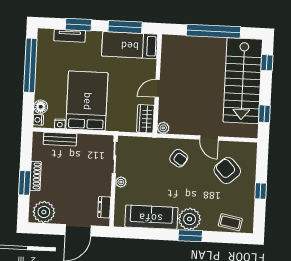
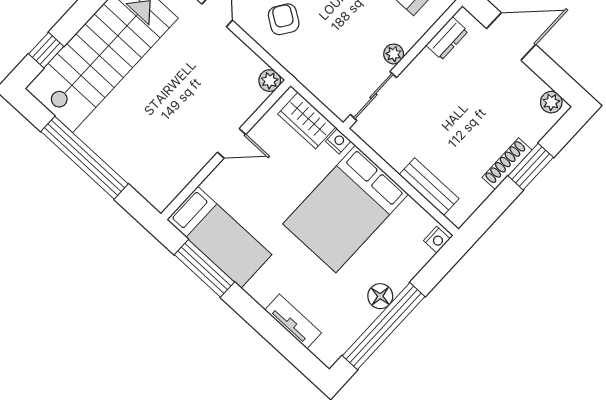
window: (78, 25) -> (268, 327), removed
floor lamp: (41, 107) -> (380, 296), moved
wardrobe: (145, 119) -> (307, 121), moved, turned 90
nightstand: (60, 124) -> (338, 141), moved
plant: (44, 212) -> (551, 102), width x0.53, depth x0.53

